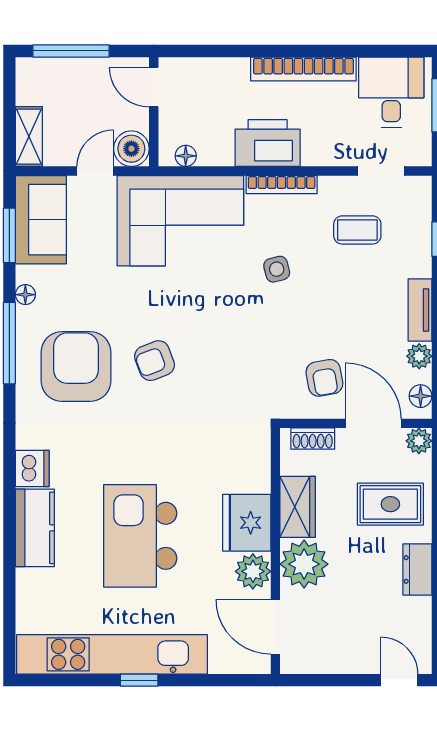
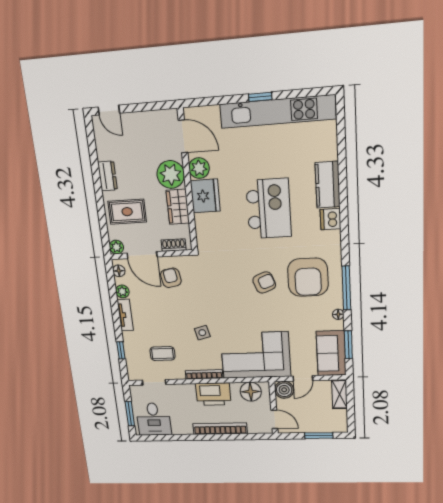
window: (71, 51) -> (319, 436), width x0.69
bookcase: (303, 69) -> (220, 429), moved
floor lamp: (186, 156) -> (251, 392), width x1.89, depth x1.89
kitchen island: (140, 536) -> (269, 209), moved

